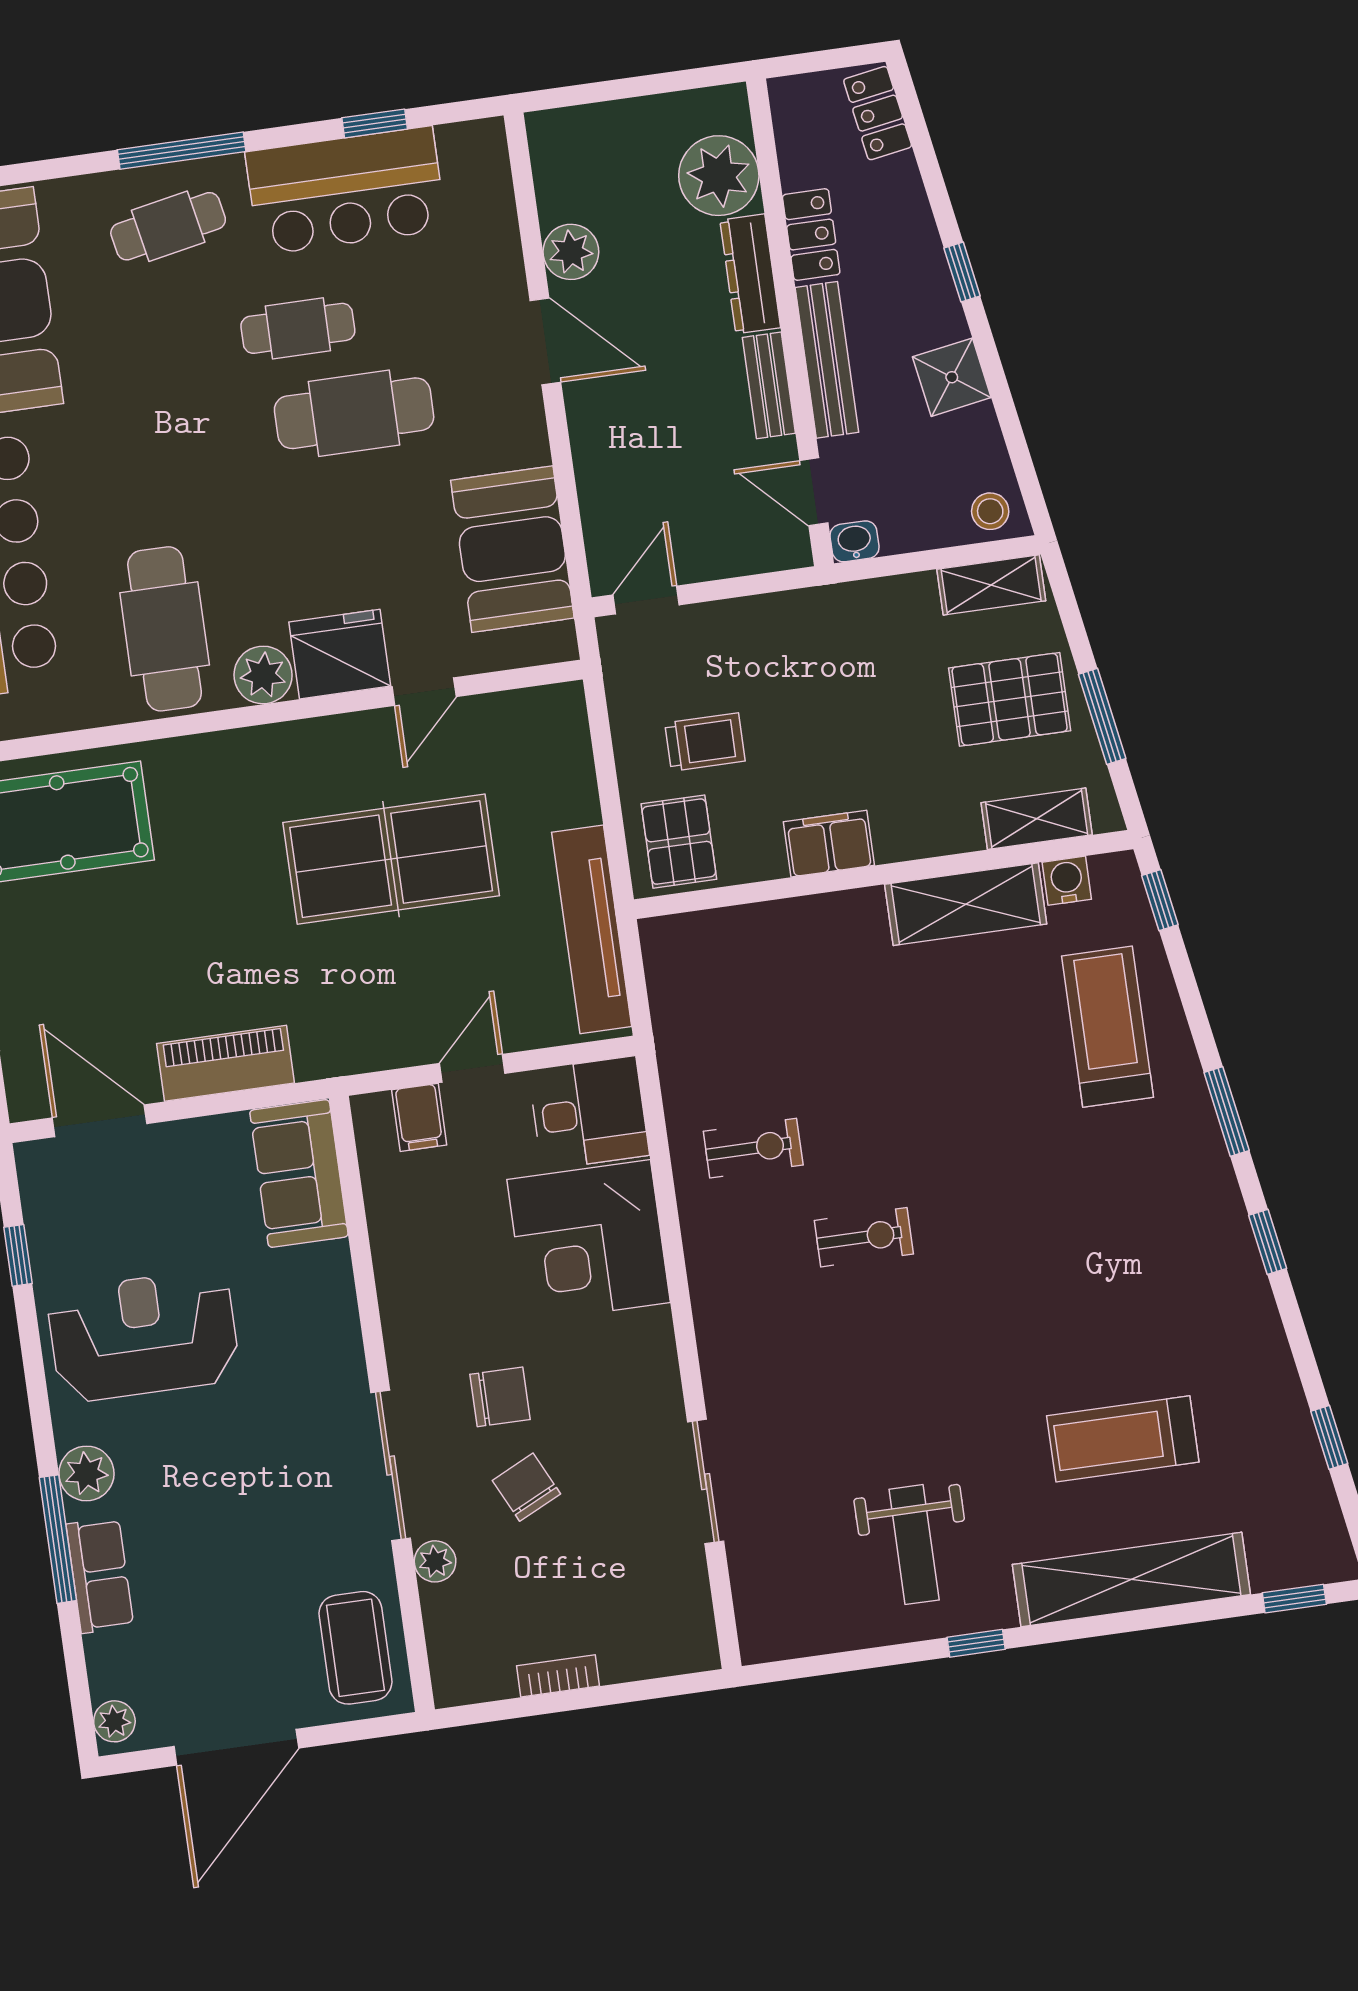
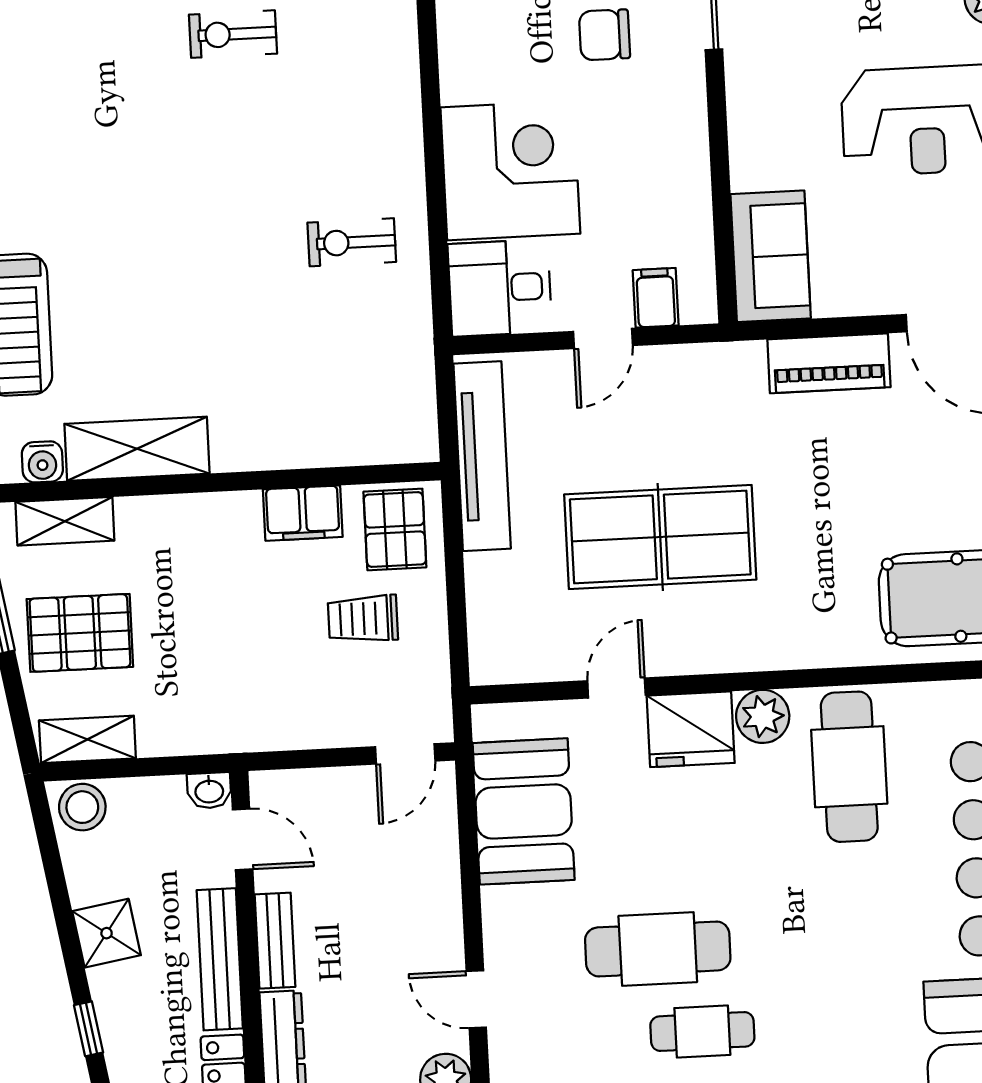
door: (545, 341) -> (476, 999), width x0.73
stool: (990, 511) -> (82, 807), width x1.37, depth x1.37
filing cabinet: (829, 844) -> (303, 513), moved
exercise bike: (864, 1237) -> (233, 34), moved

